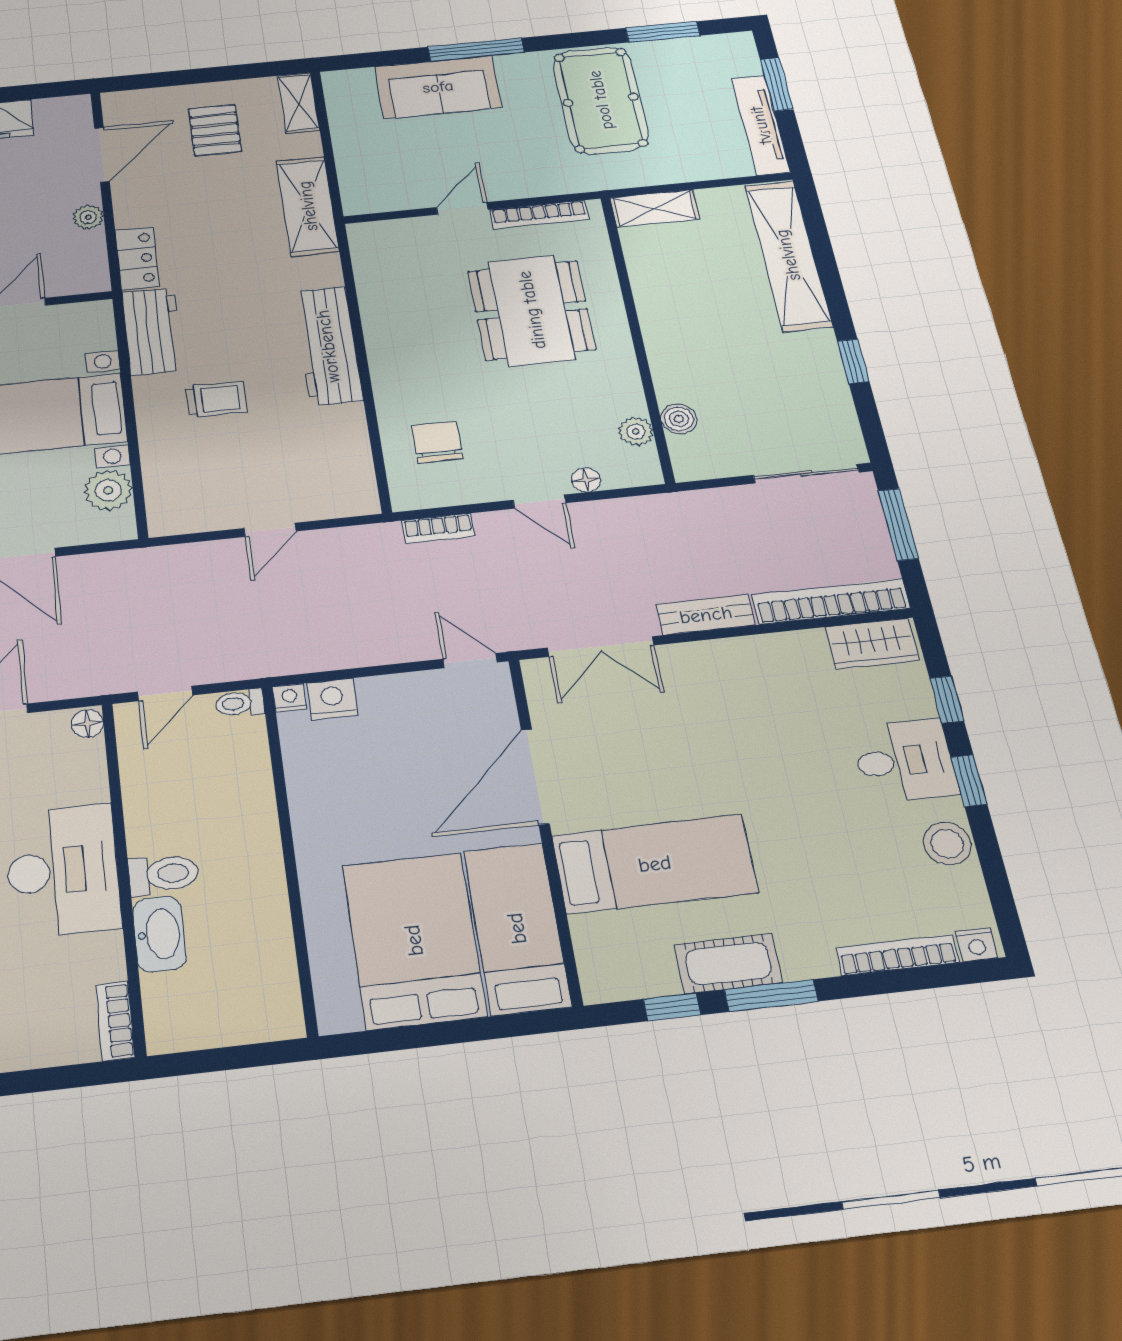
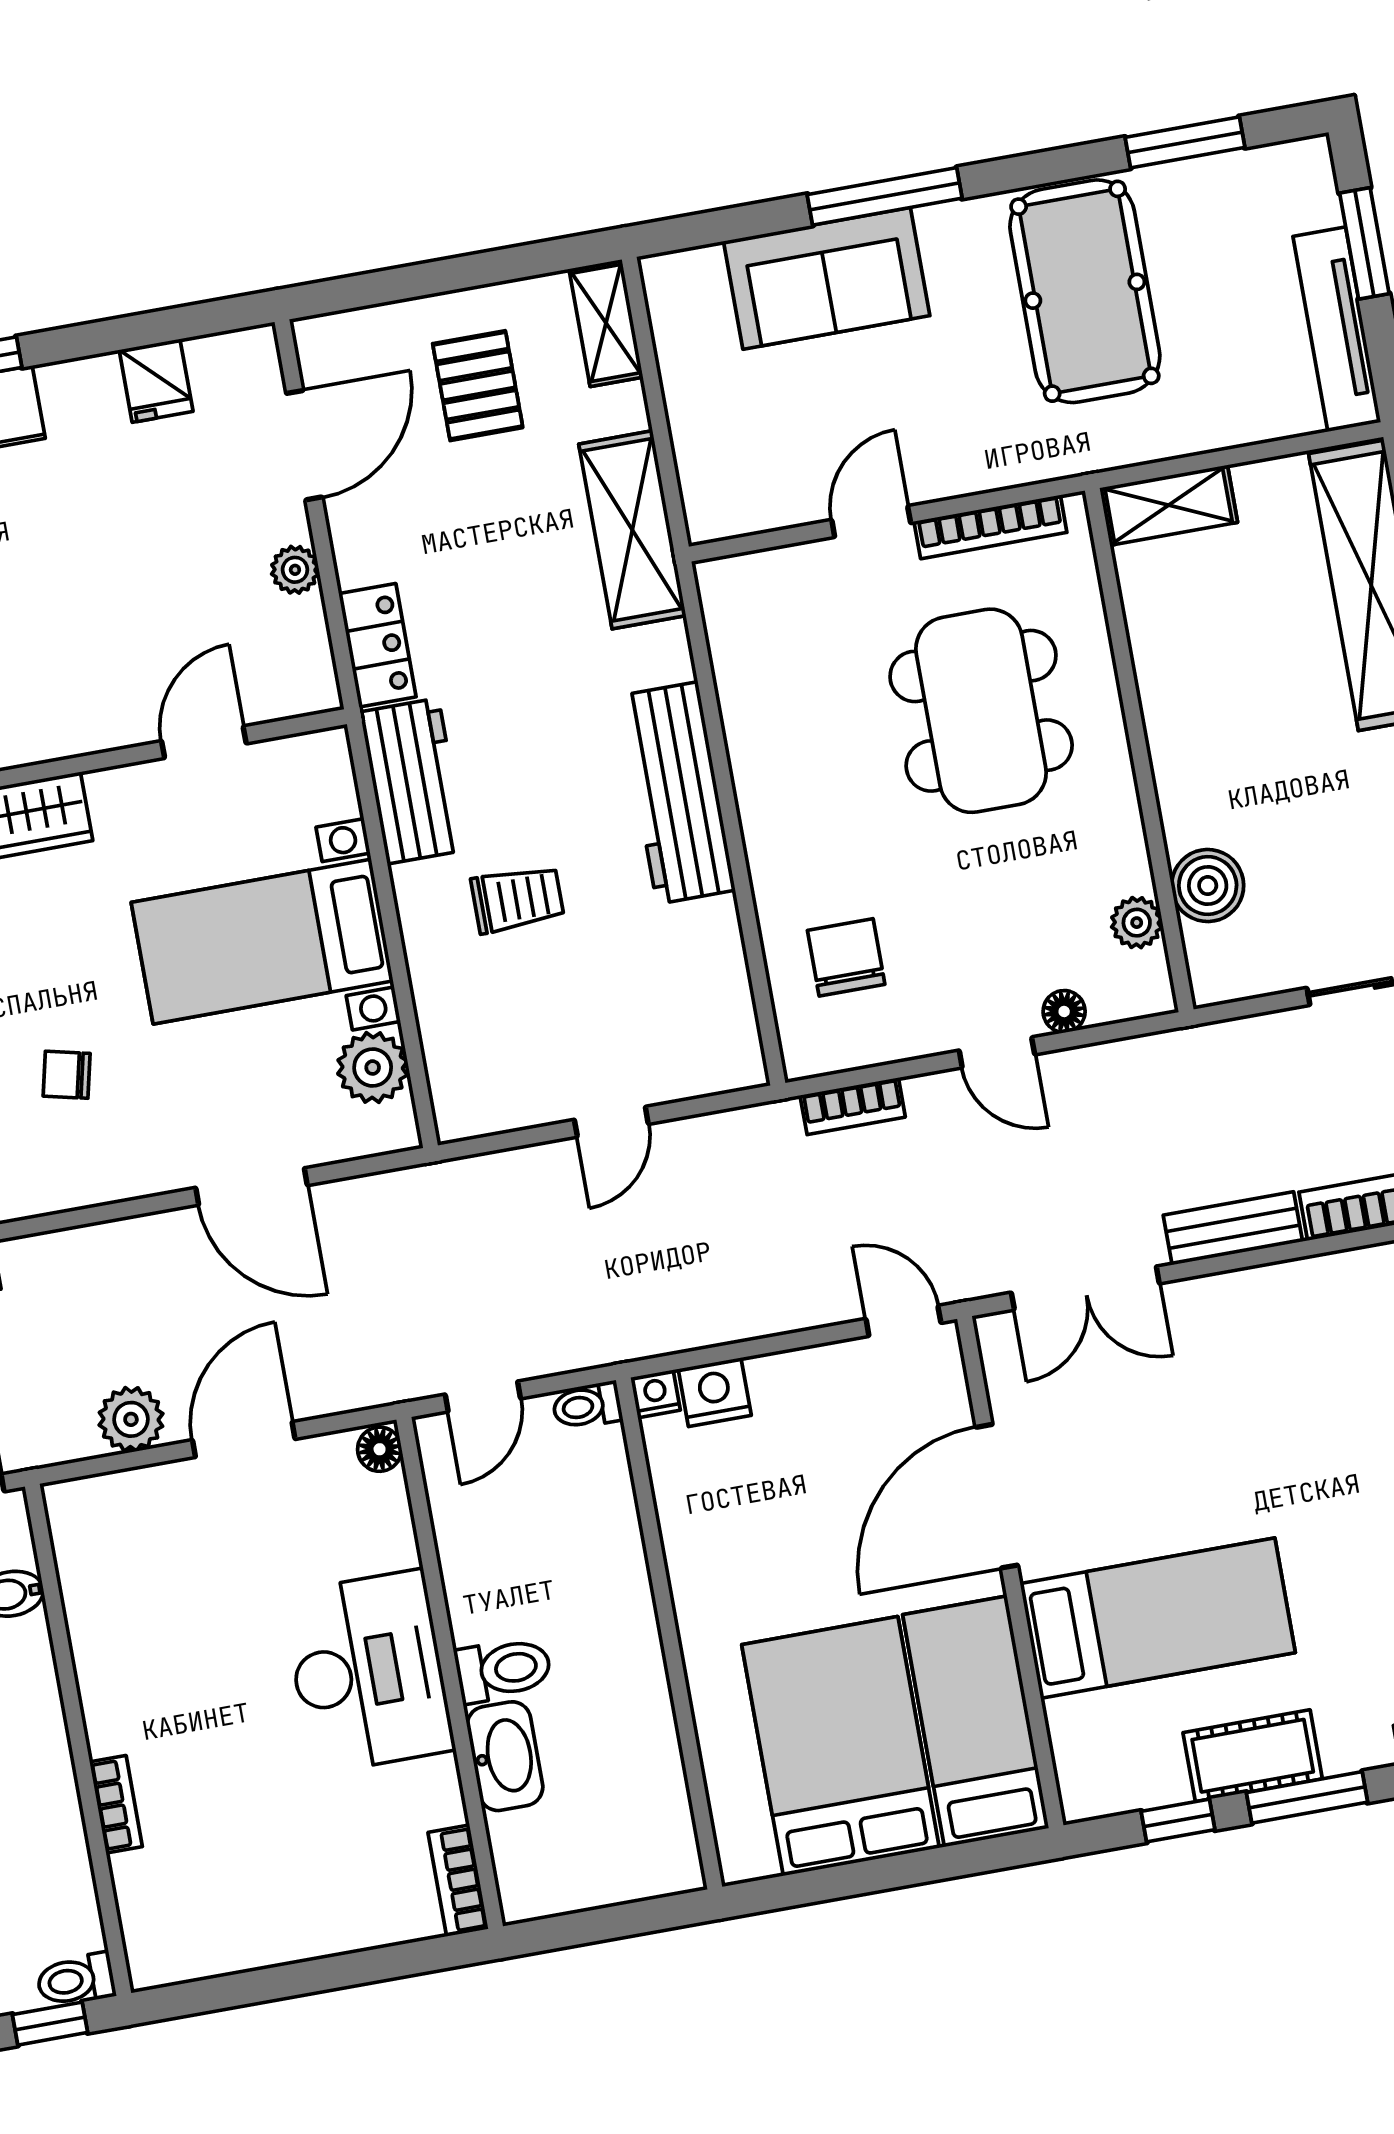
boiler: (679, 419) -> (1208, 886), width x1.36, depth x1.36

